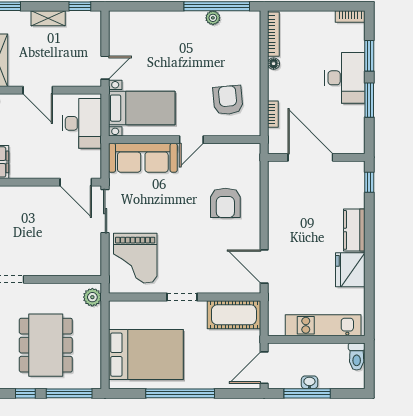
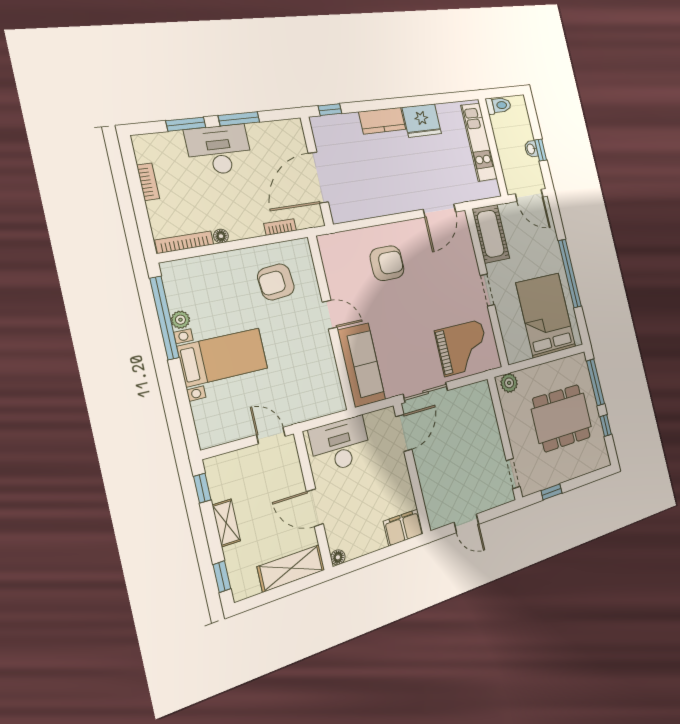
bookcase: (350, 17) -> (148, 182), moved
door: (38, 90) -> (315, 508), swing flipped
bed with nightstands: (142, 108) -> (223, 357), moved, turned 90
window: (307, 393) -> (541, 150), width x0.46

